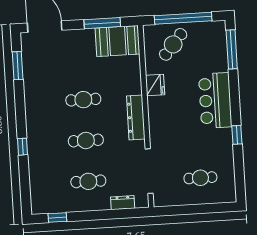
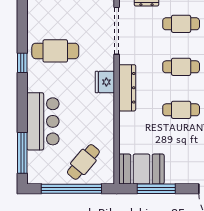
fridge: (155, 85) -> (105, 82), moved
bar counter: (215, 100) -> (43, 121), moved
cafe table: (200, 178) -> (55, 51), moved, width x1.37, depth x1.35

